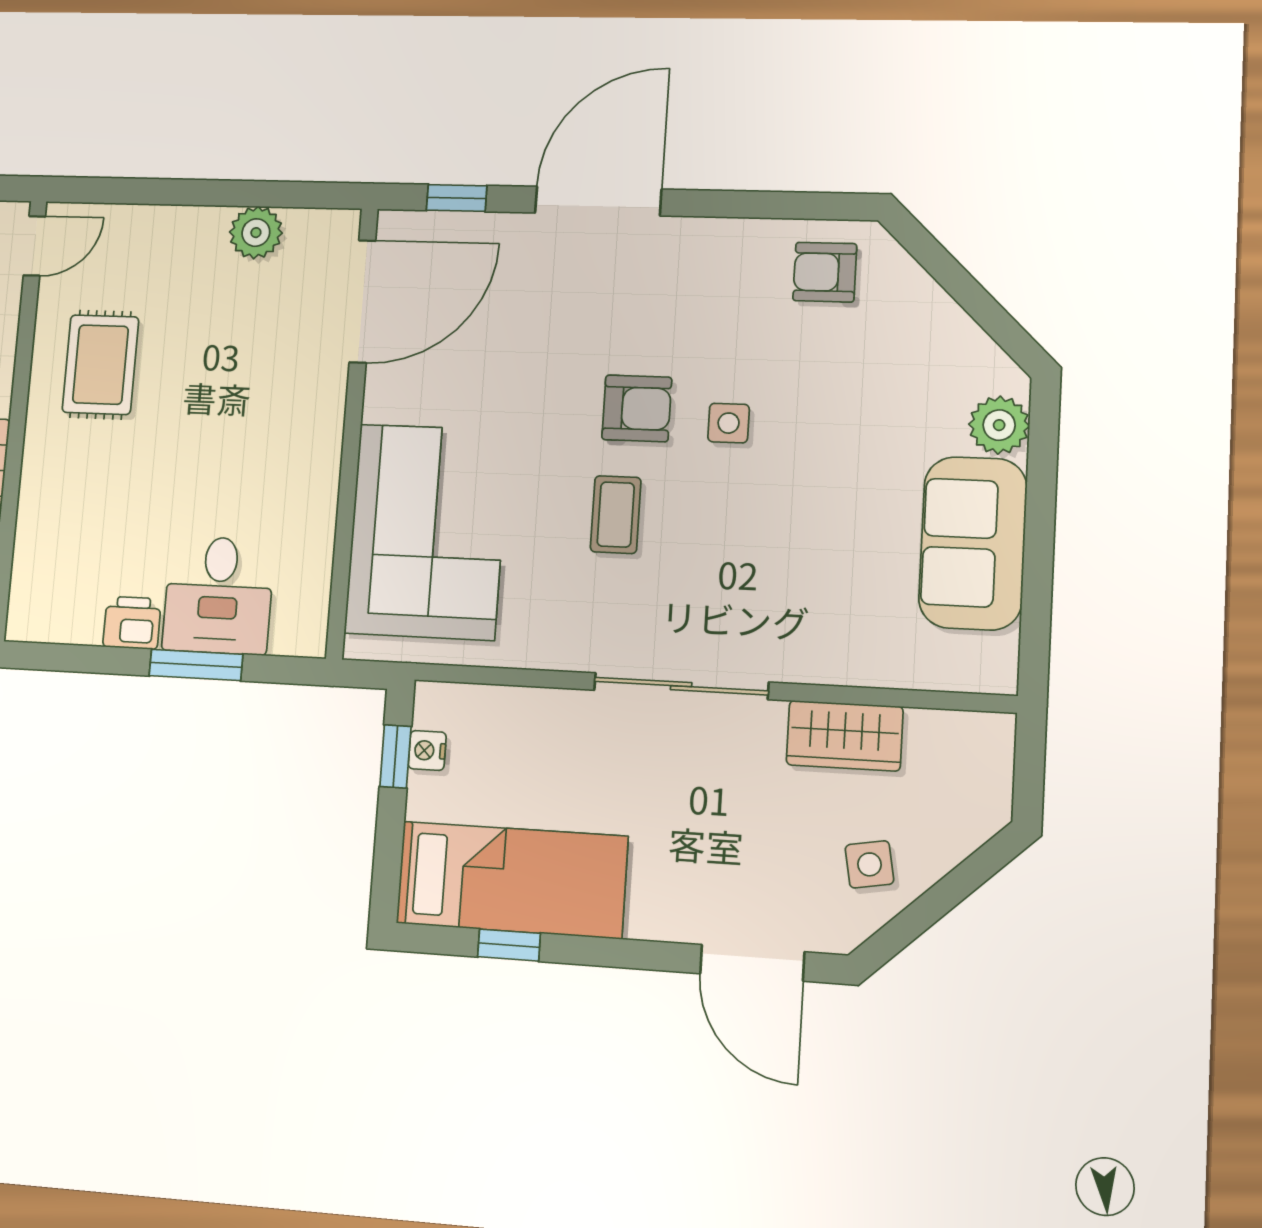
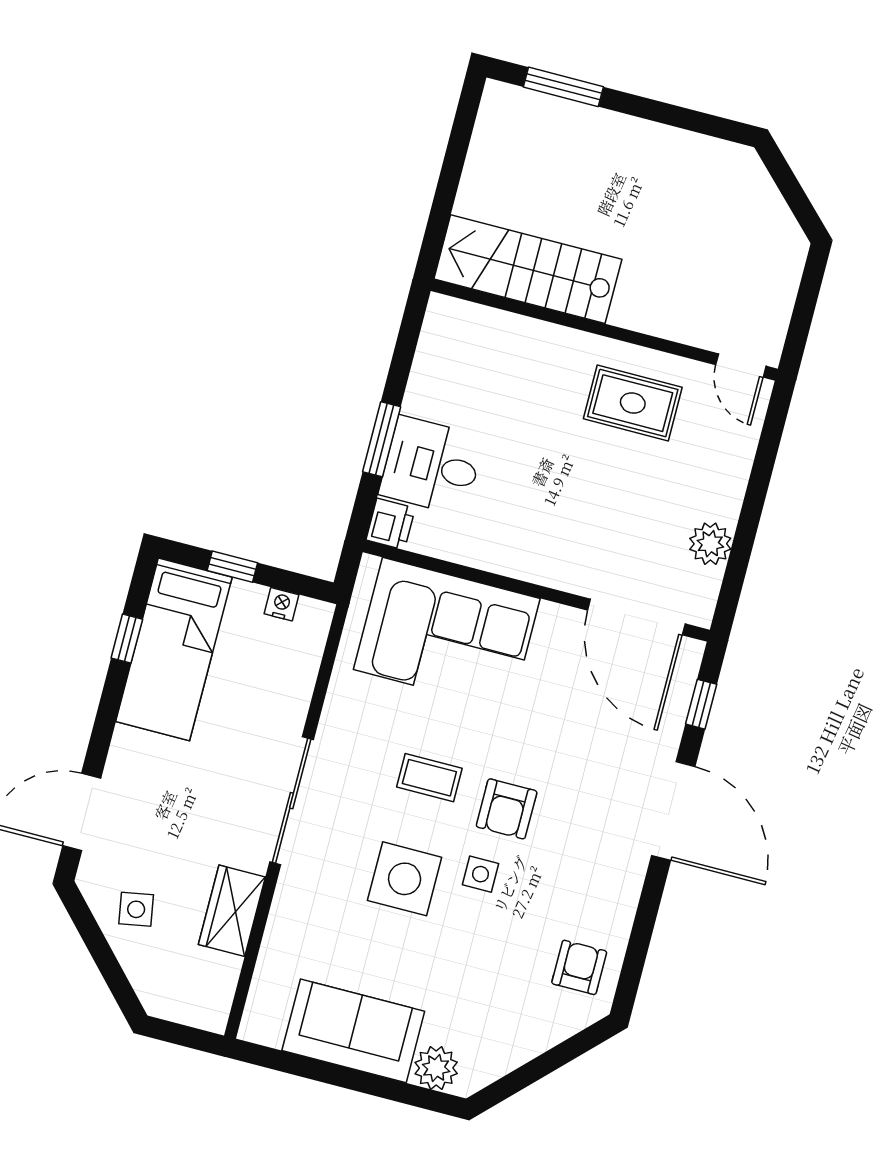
side table: (755, 519) -> (405, 879), added
printer: (132, 623) -> (391, 524), moved
window: (395, 756) -> (232, 567), moved

